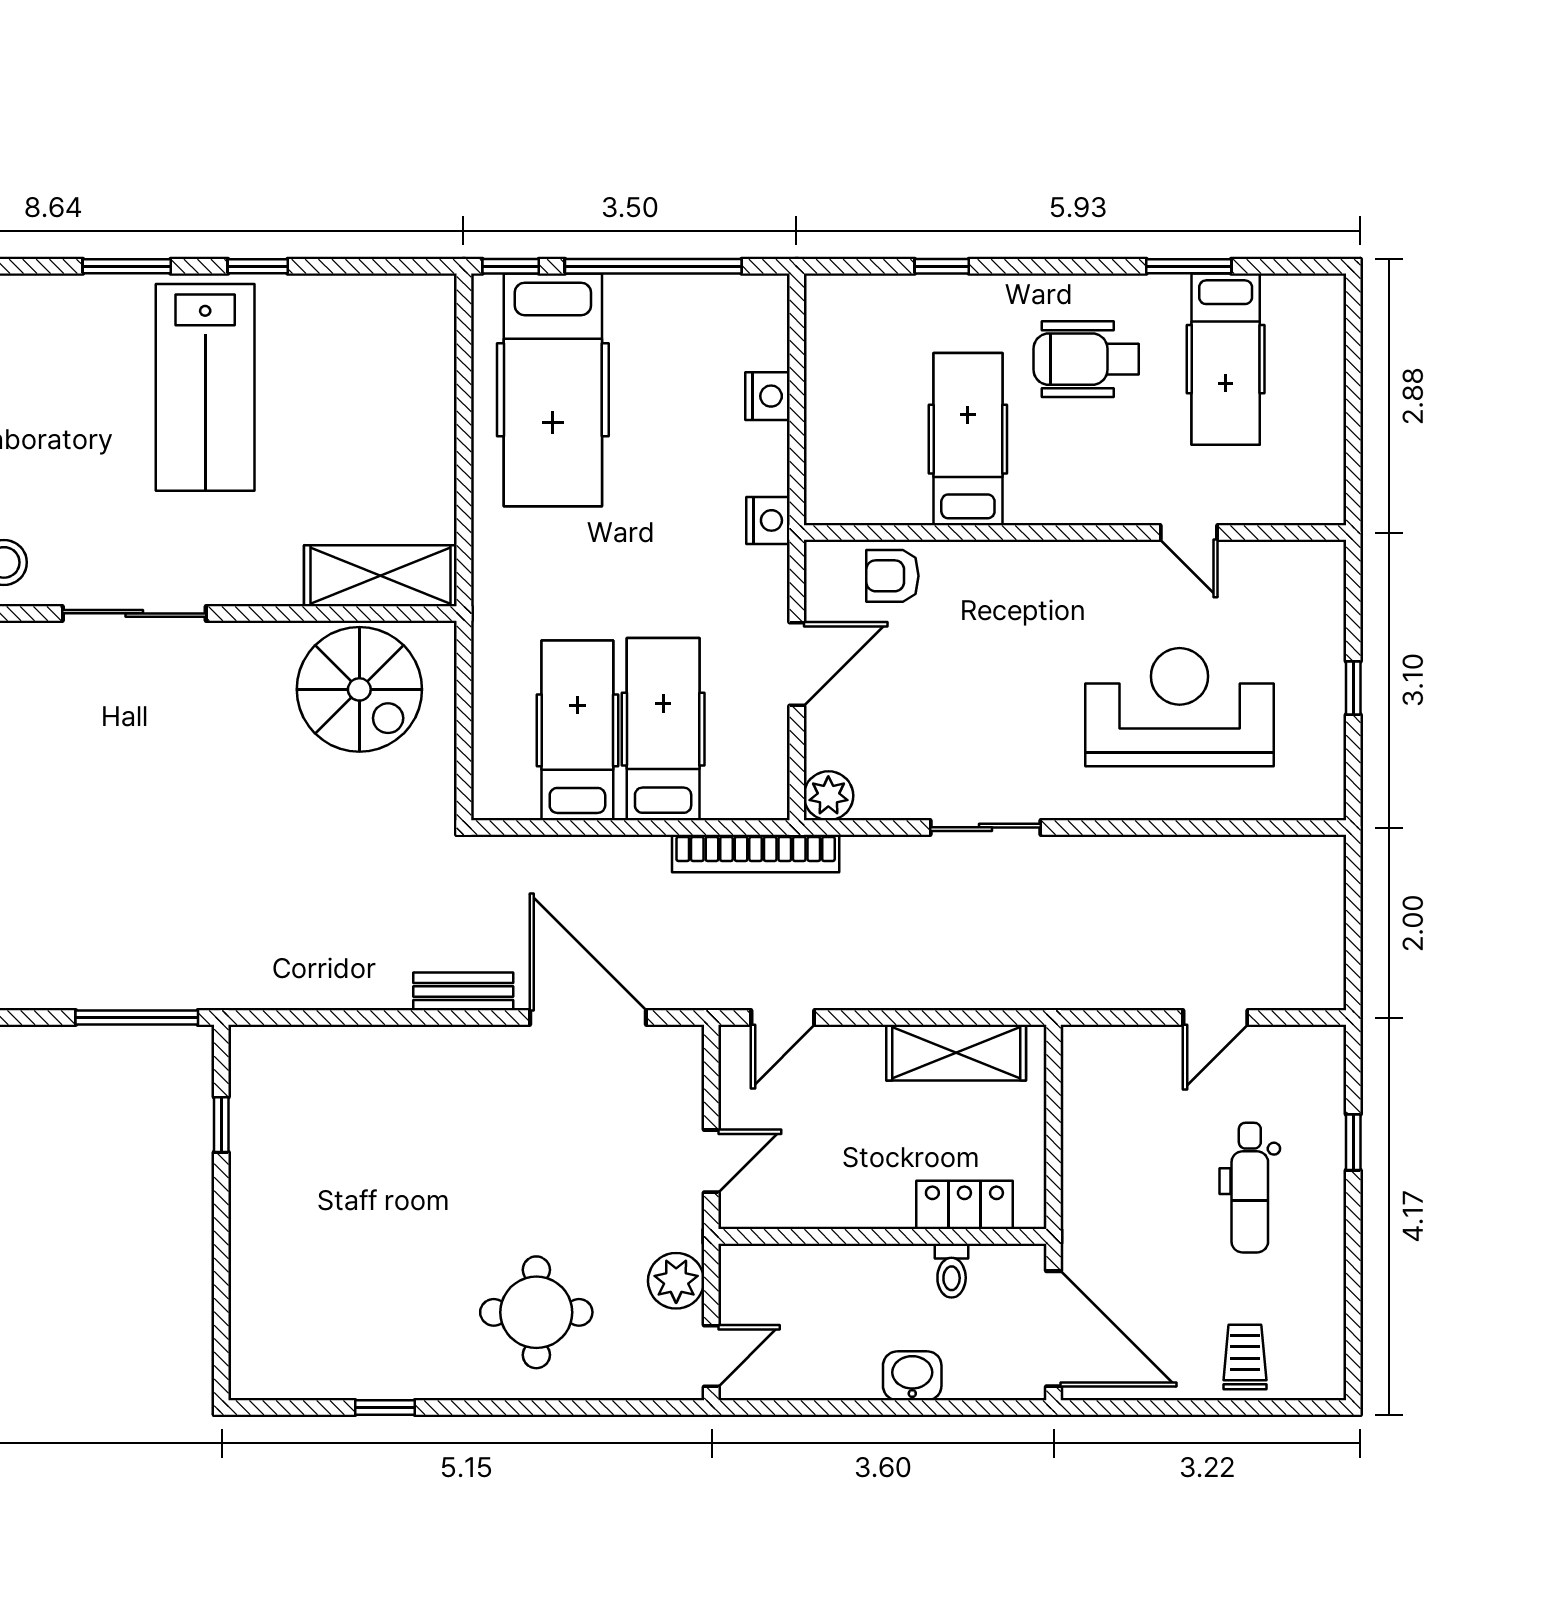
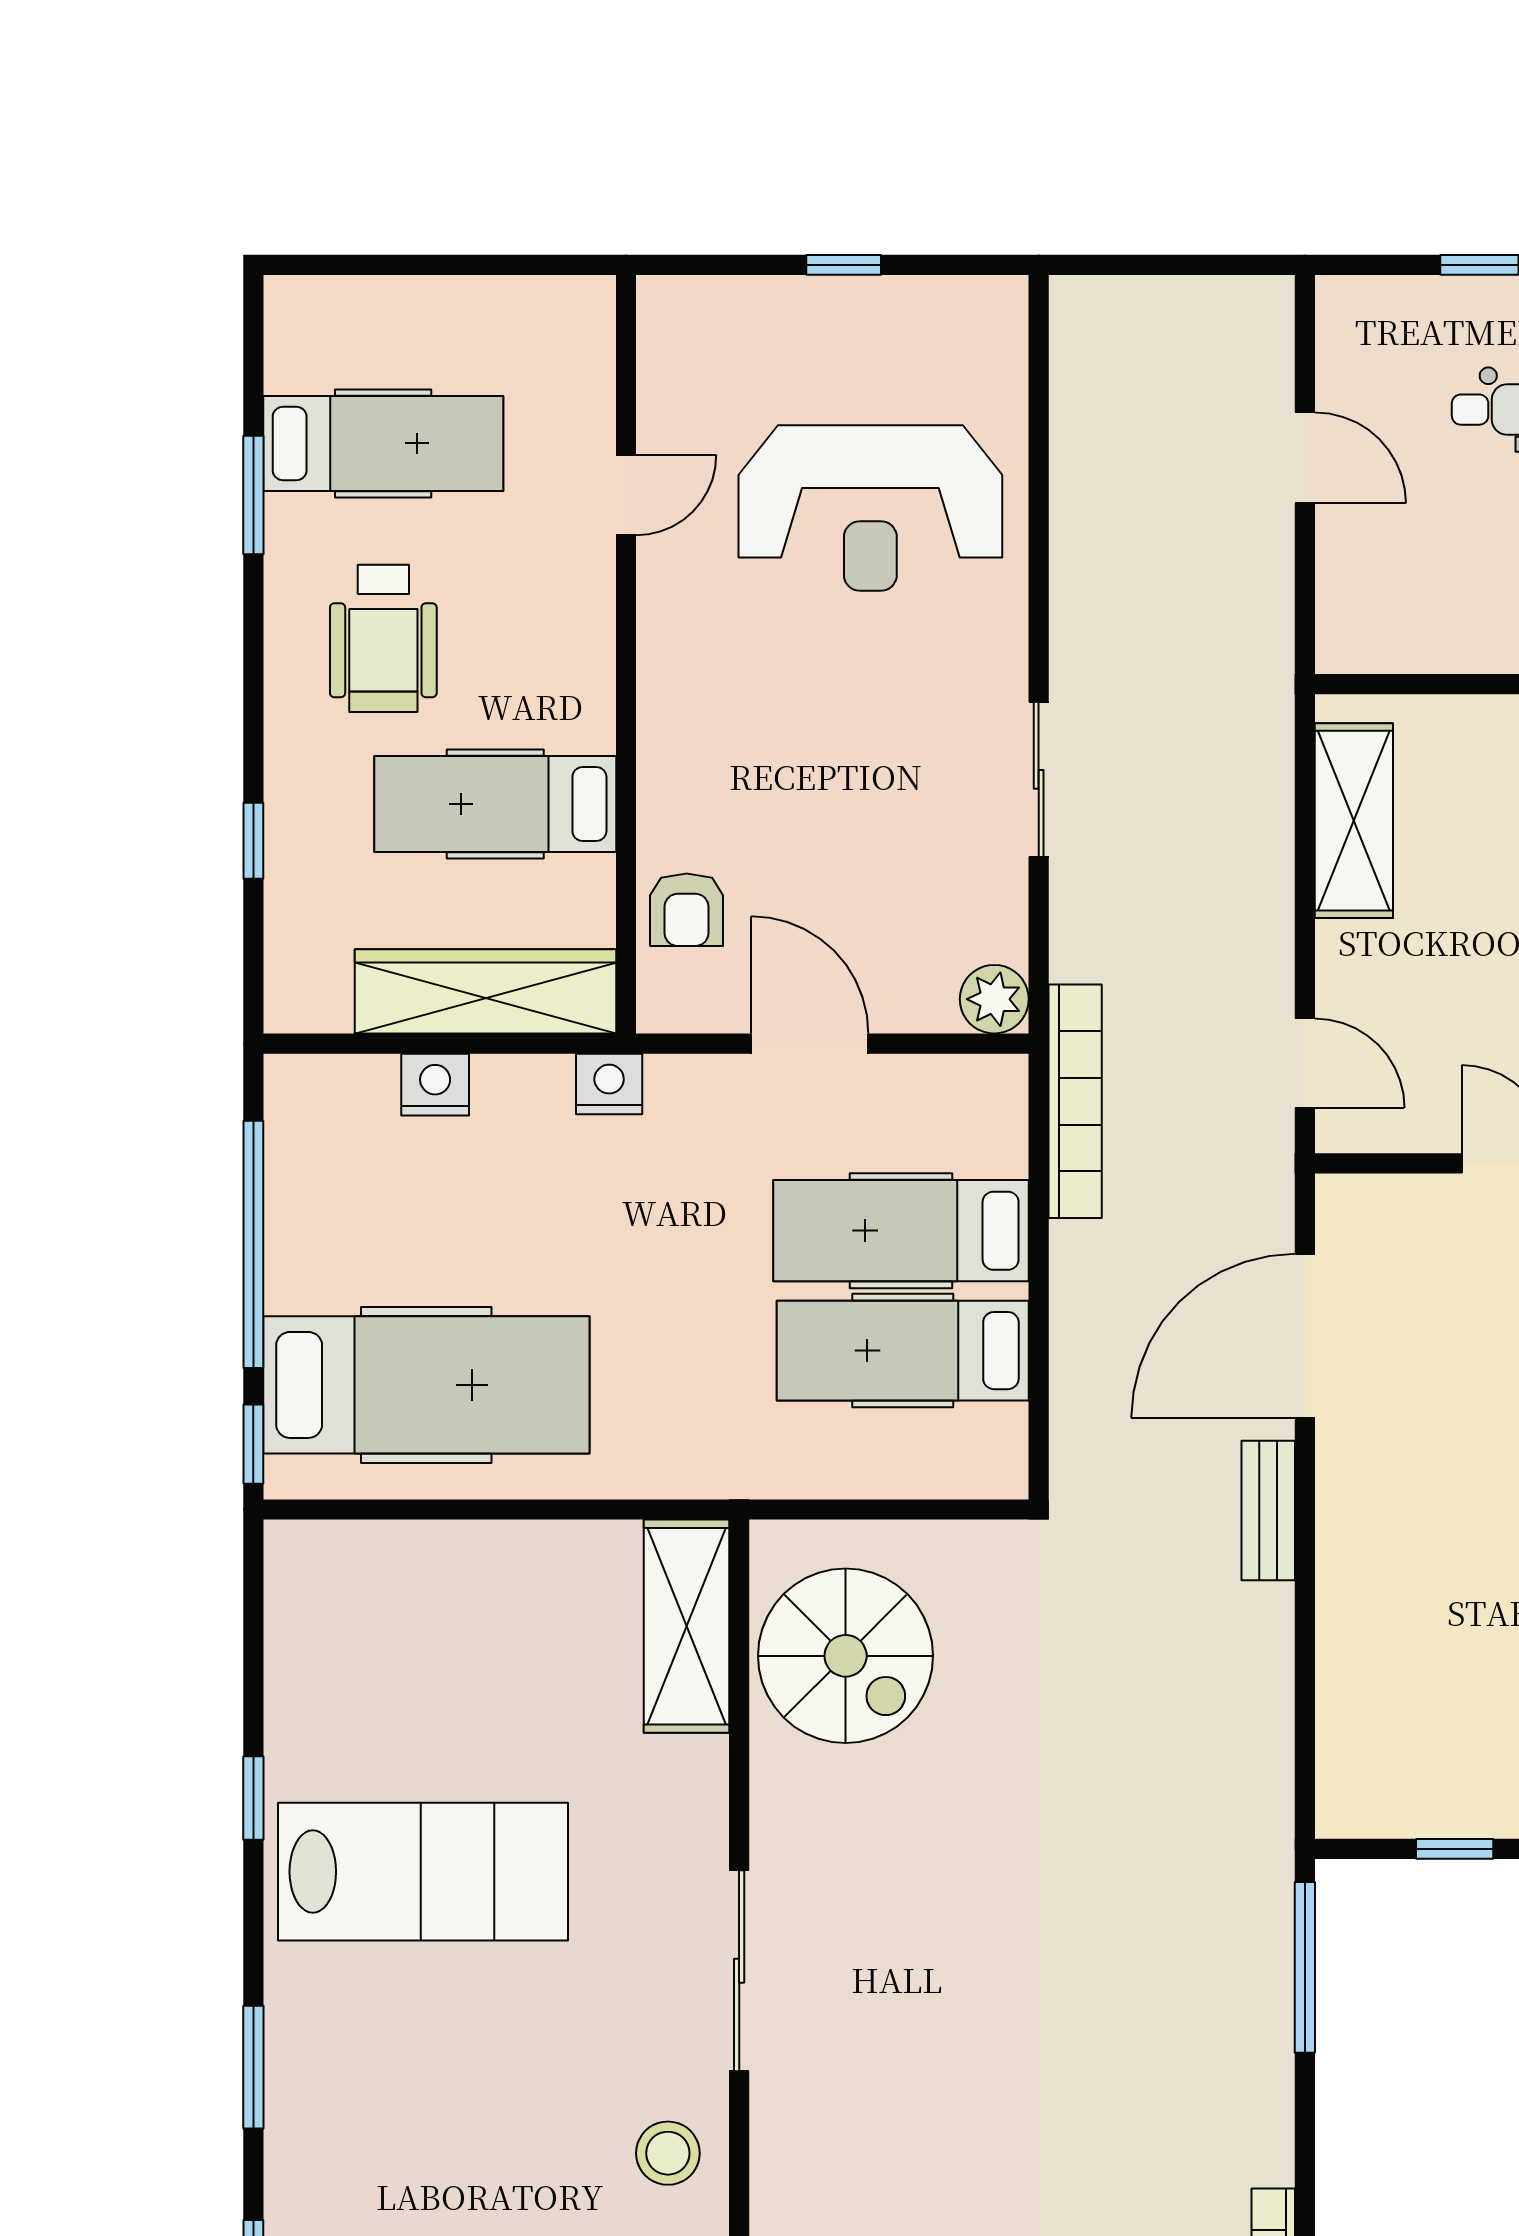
window: (127, 266) -> (253, 2067), moved
wardrobe: (834, 432) -> (485, 991), added
spiral stairs: (359, 689) -> (846, 1656), turned 90
reception desk: (1180, 707) -> (870, 508), turned -90

